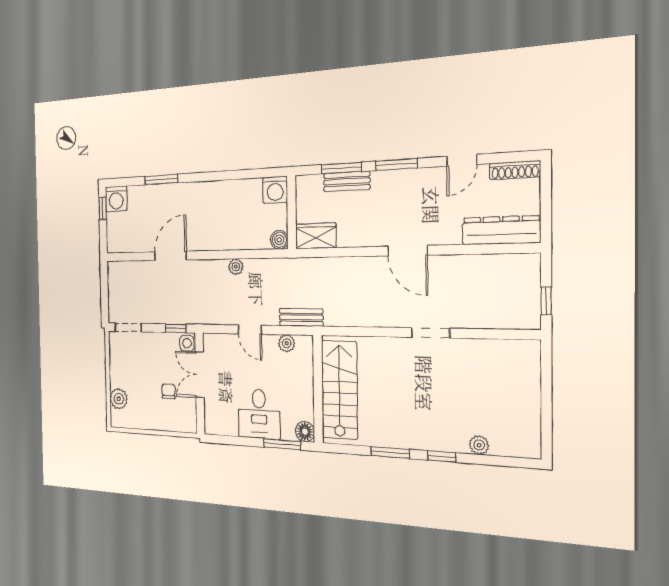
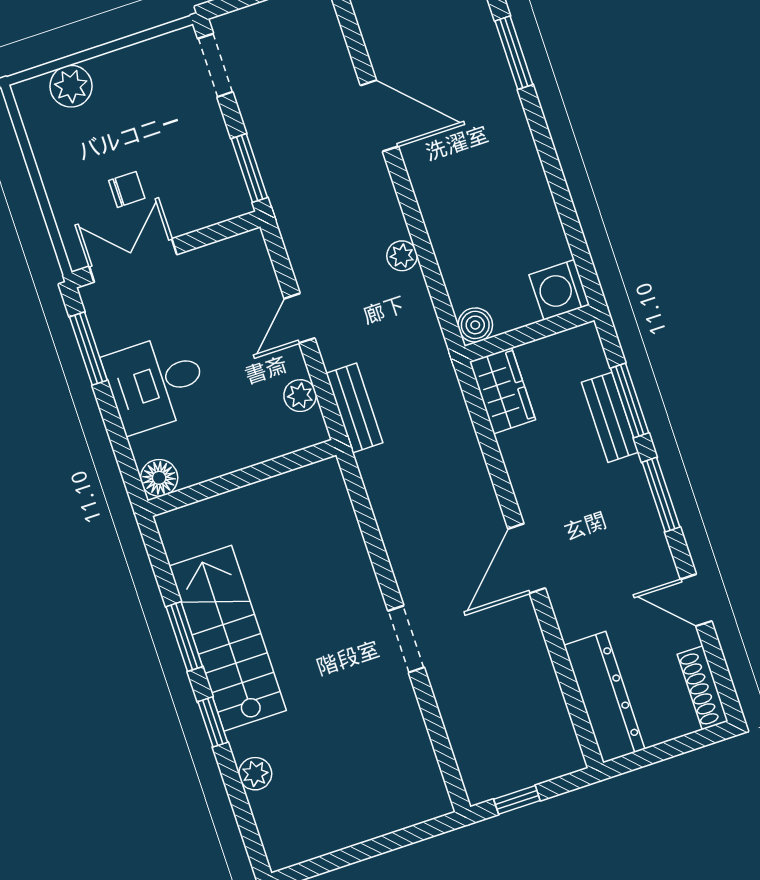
window: (176, 328) -> (249, 168), width x1.50
side table: (187, 343) -> (230, 200), removed
double door: (200, 375) -> (133, 260), moved
stairs: (339, 390) -> (228, 638), moved, turned -90
window: (282, 444) -> (88, 349), moved

